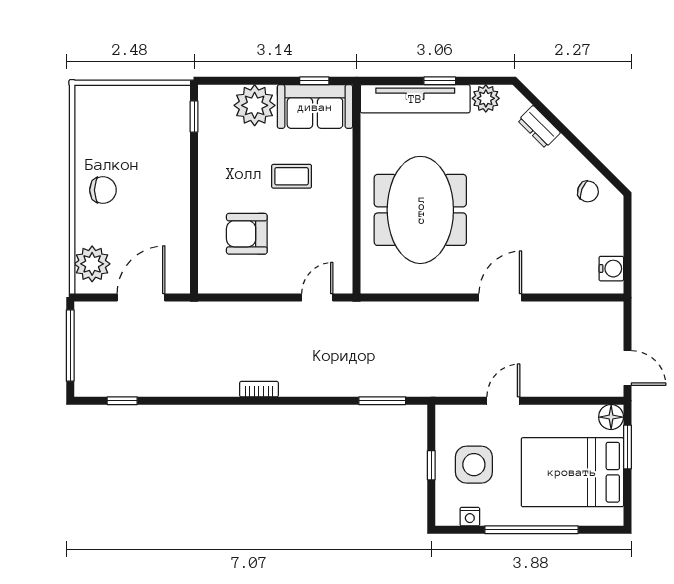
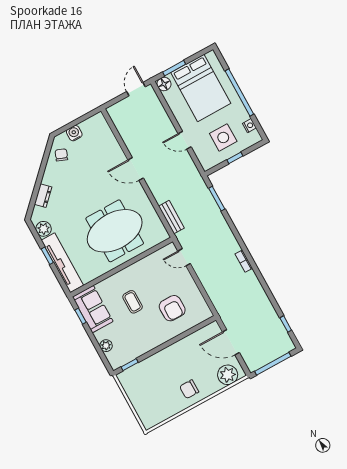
plant: (255, 105) -> (106, 346), width x0.53, depth x0.53
chair: (103, 190) -> (189, 389), turned -90
water cooler: (611, 269) -> (74, 133), moved
bench: (393, 312) -> (171, 217), added

